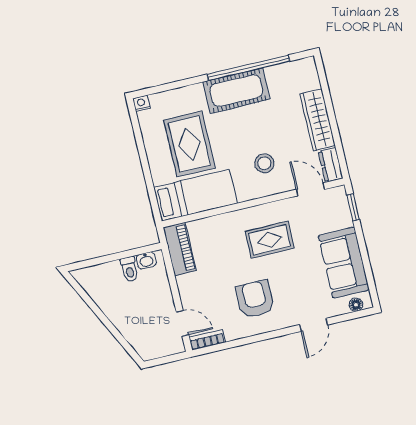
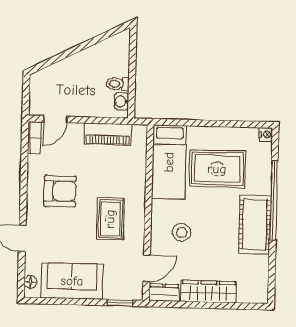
window: (248, 68) -> (274, 200), moved
piano: (180, 249) -> (108, 134), moved

